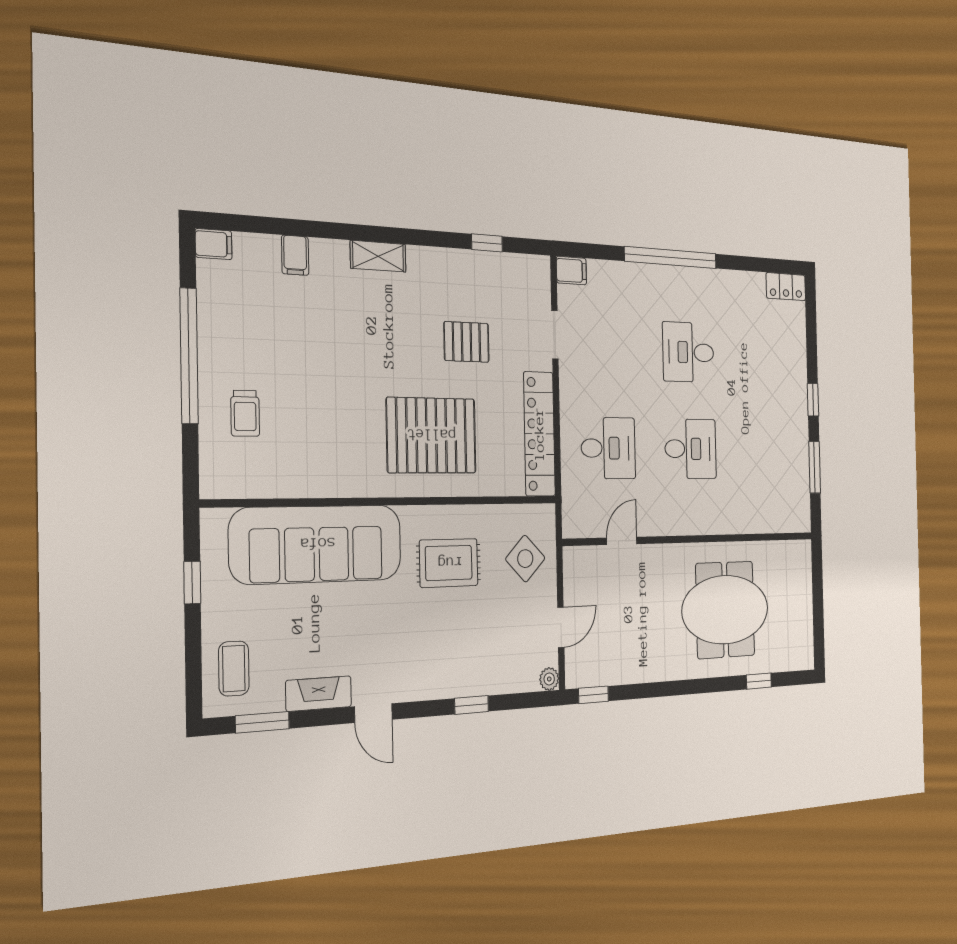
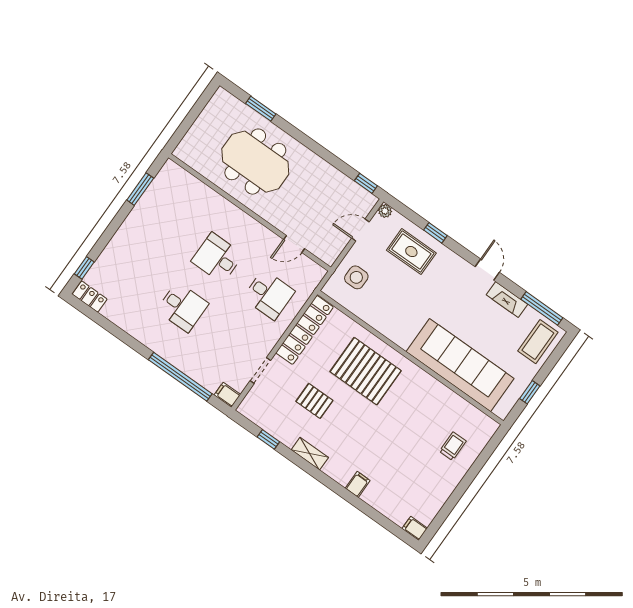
filing cabinet: (295, 255) -> (358, 484), moved
shelving: (378, 256) -> (310, 454), moved
window: (671, 258) -> (180, 377), moved
window: (189, 356) -> (461, 488), removed
window: (813, 400) -> (84, 268), moved
desk: (608, 448) -> (269, 295), turned 180
side table: (525, 559) -> (356, 277), turned 45
rug: (449, 563) -> (411, 252), moved
coffee table: (234, 669) -> (538, 342), width x1.36, depth x1.30
window: (759, 681) -> (261, 109), width x1.50
window: (262, 722) -> (542, 308), width x1.44

